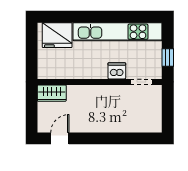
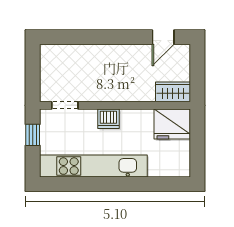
fridge: (57, 35) -> (172, 124), moved, turned 180
dishwasher: (117, 71) -> (108, 119), moved

